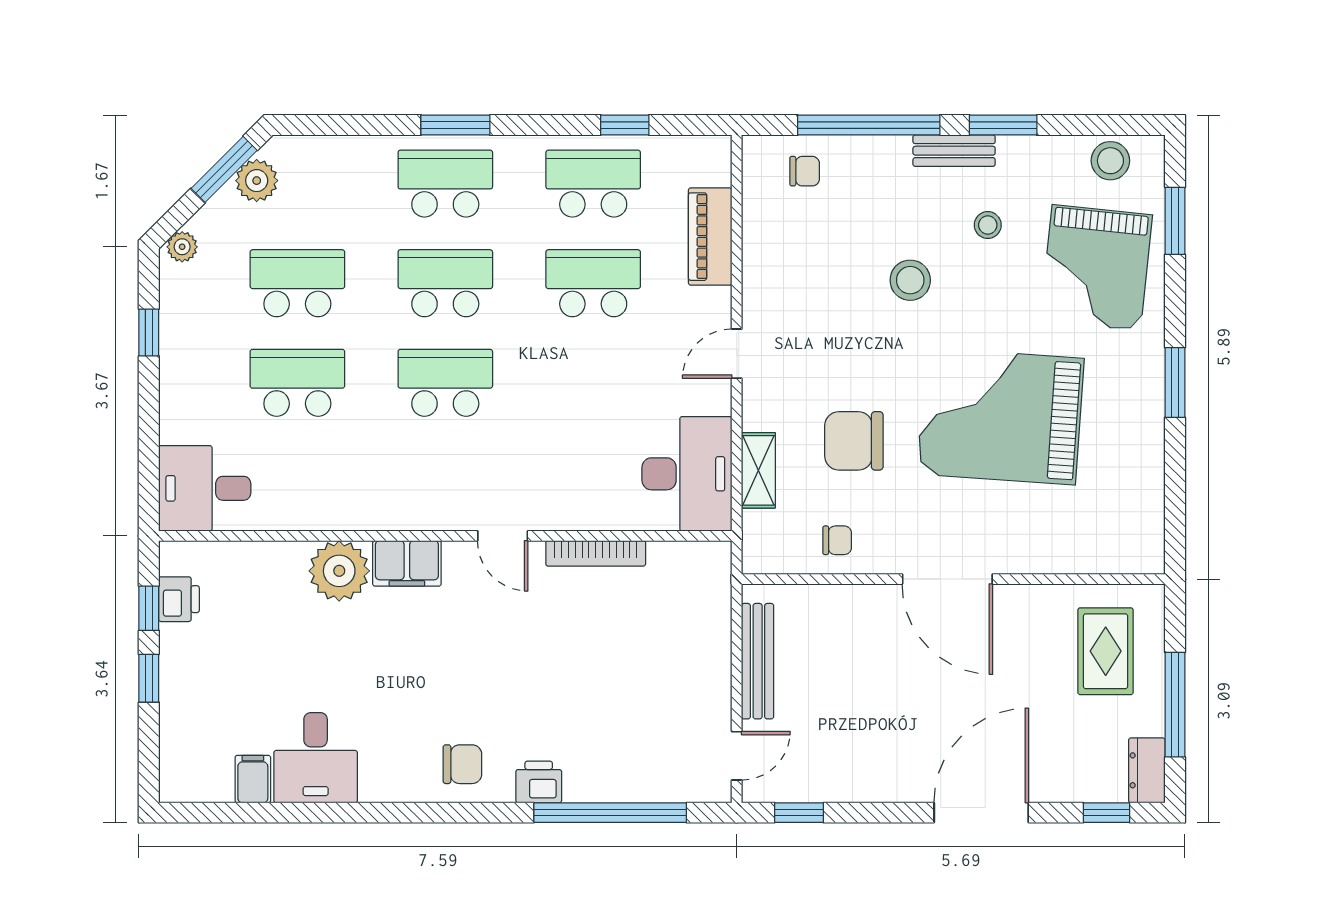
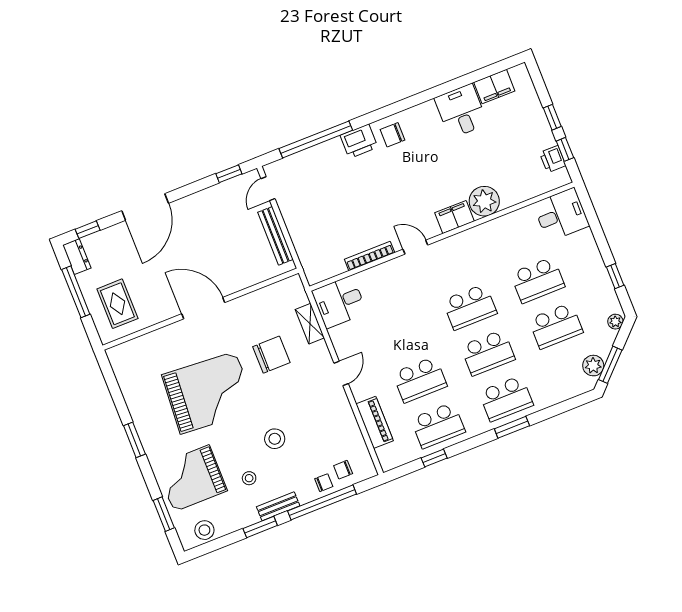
grand piano: (1096, 268) -> (191, 478), turned -96
desk: (687, 474) -> (339, 302), width x0.73
chair: (837, 540) -> (324, 483), moved, turned 180
filing cabinet: (253, 779) -> (494, 87), width x2.00
printer: (539, 782) -> (359, 141), width x1.36, depth x1.24

